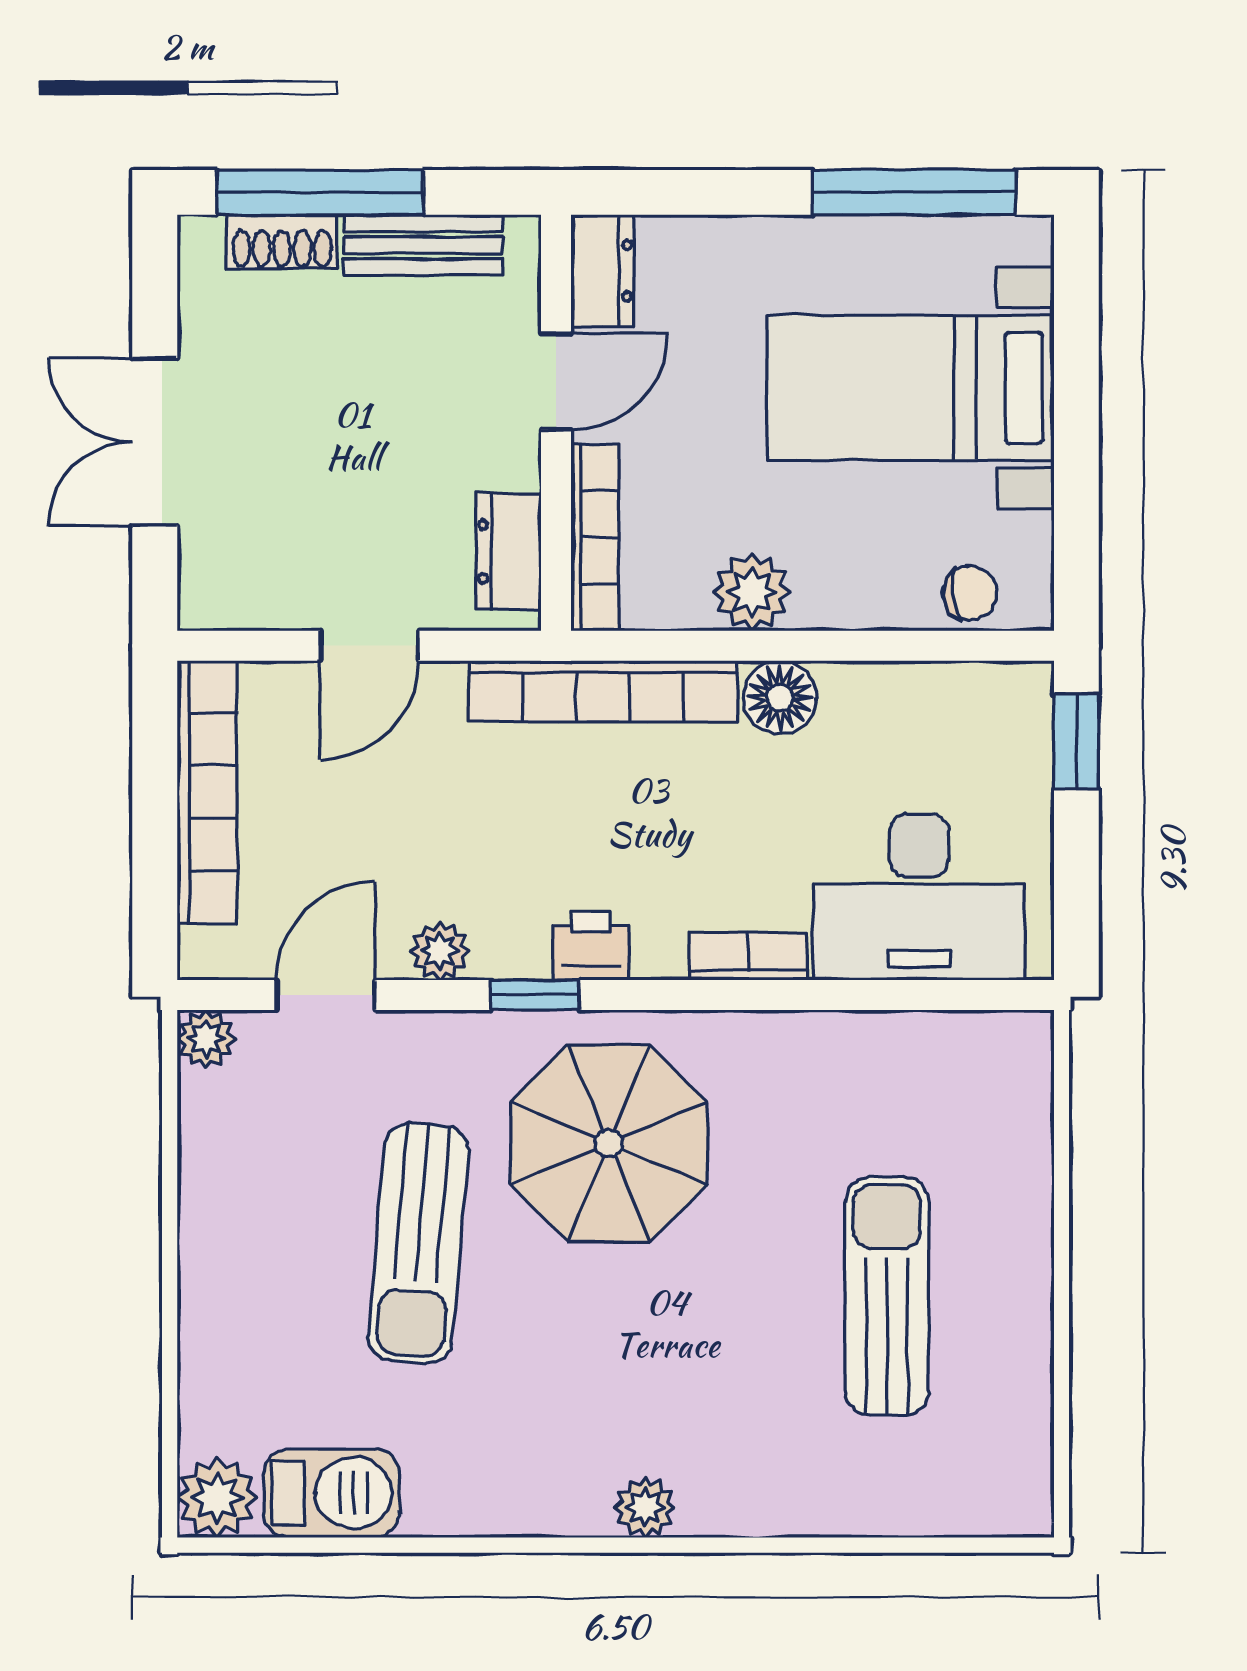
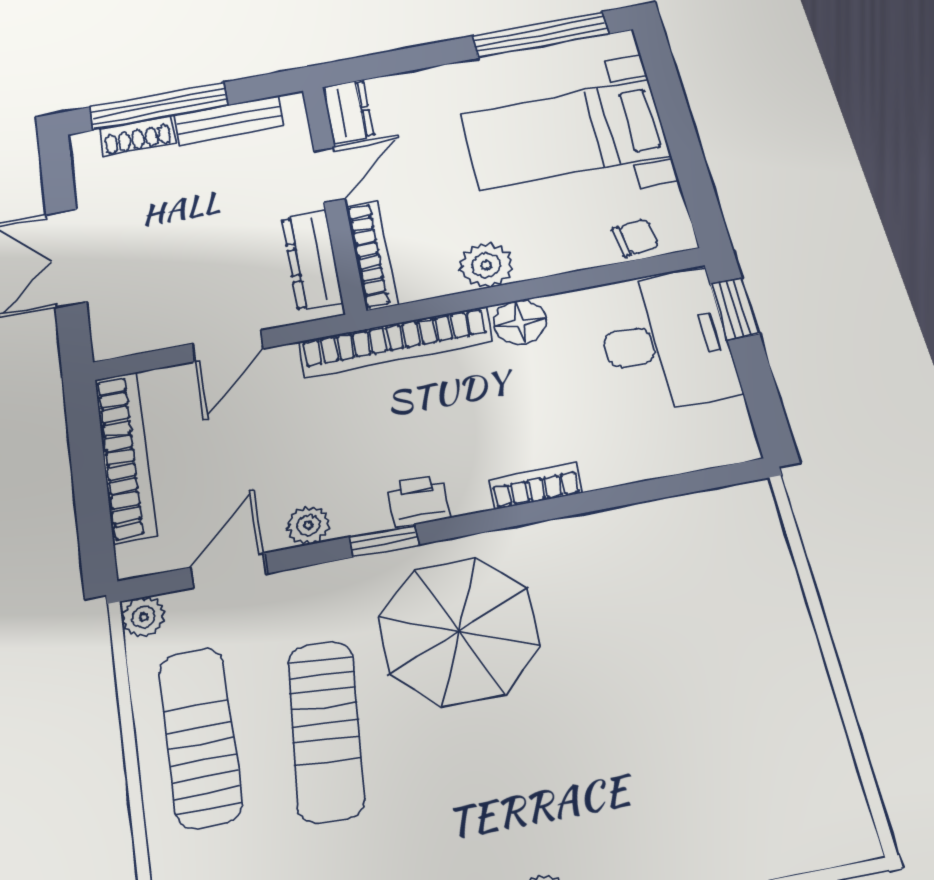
dresser: (509, 552) -> (312, 260), width x1.44
desk: (919, 897) -> (666, 341), moved, turned -90
sun lounger: (887, 1296) -> (200, 737), moved

